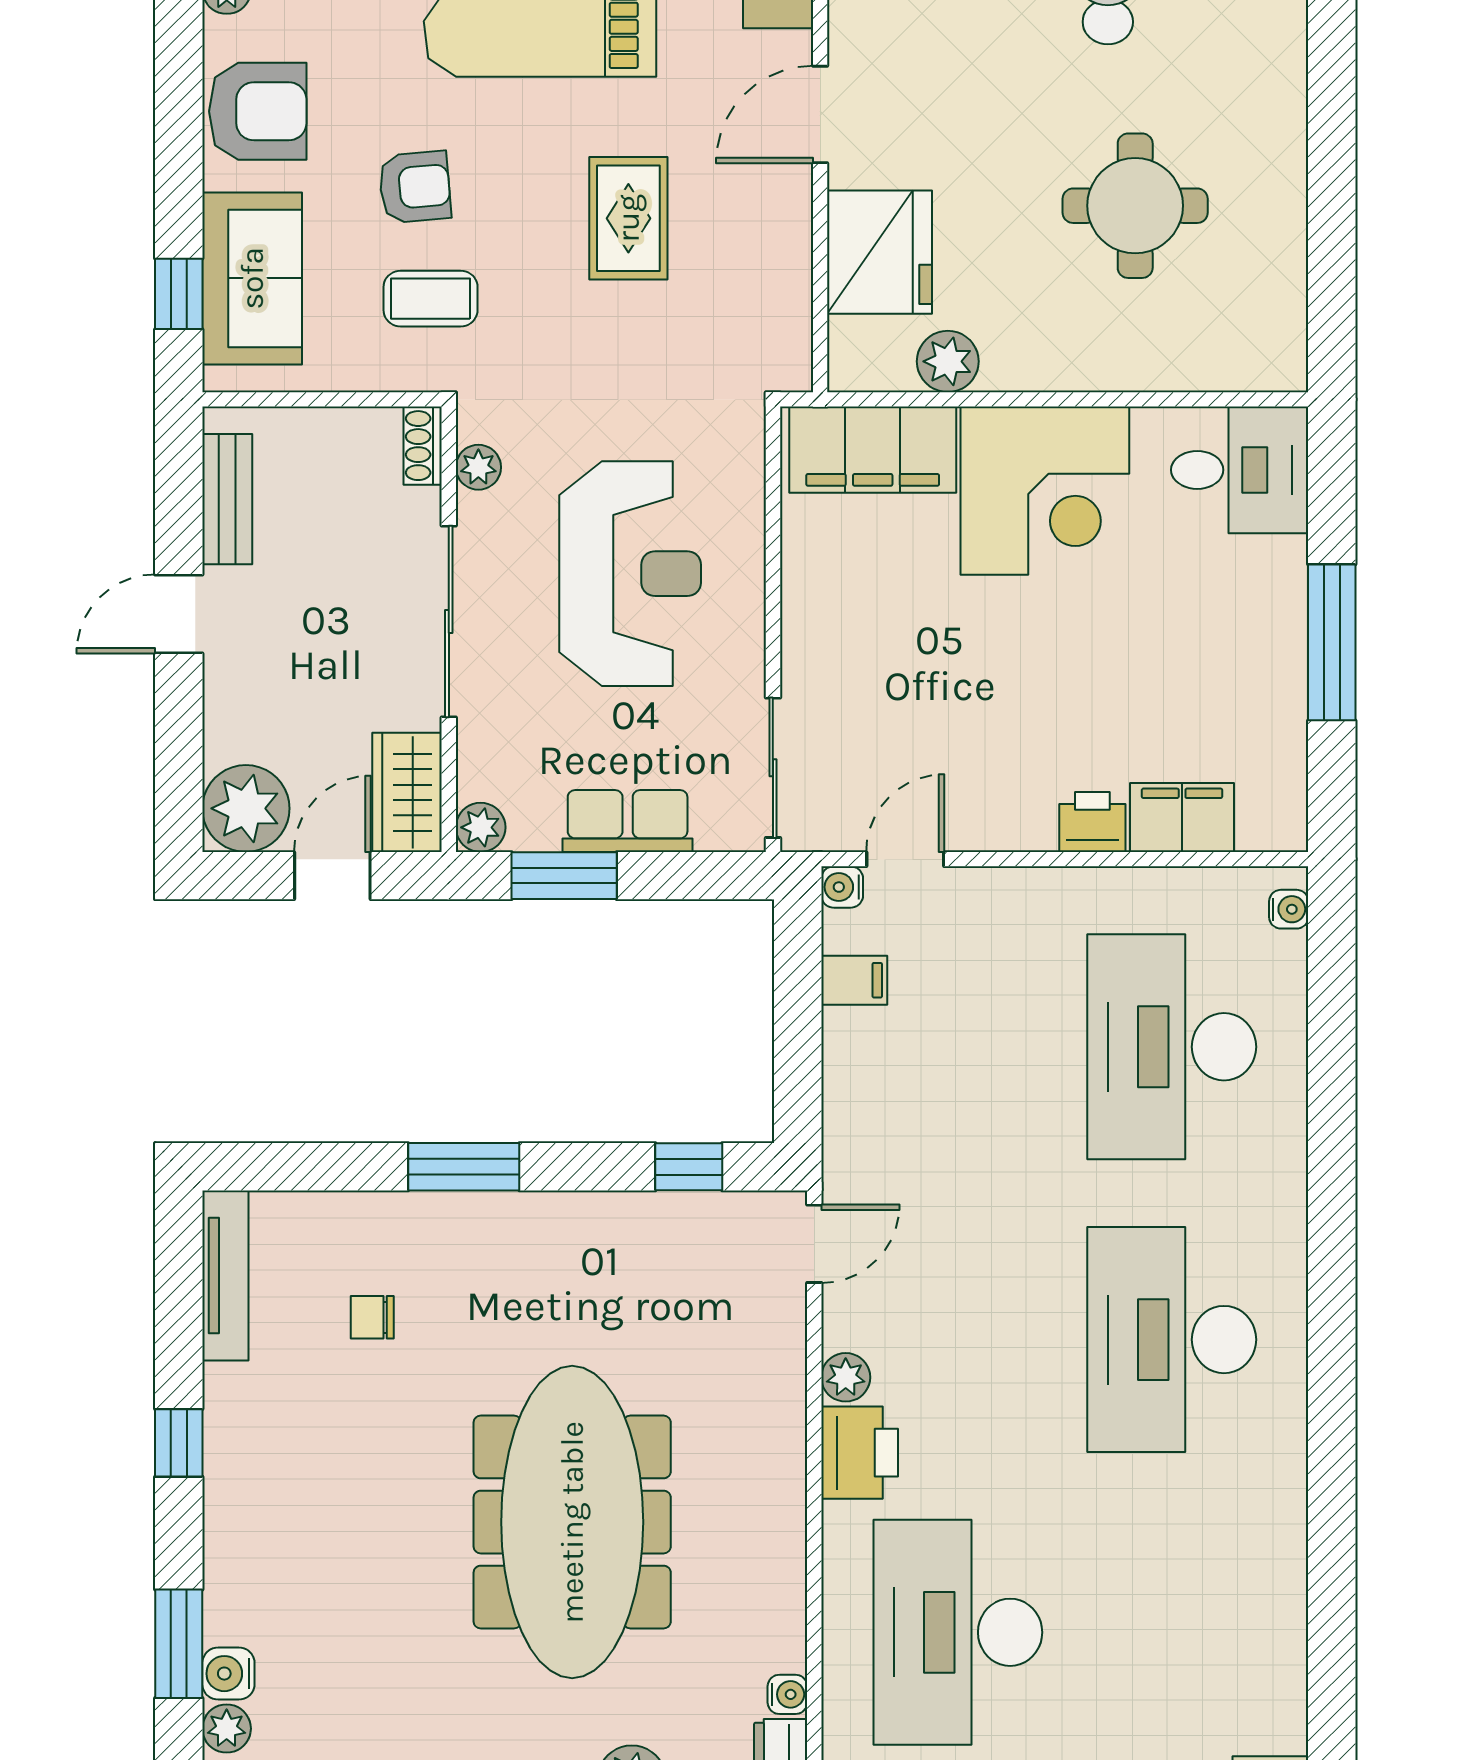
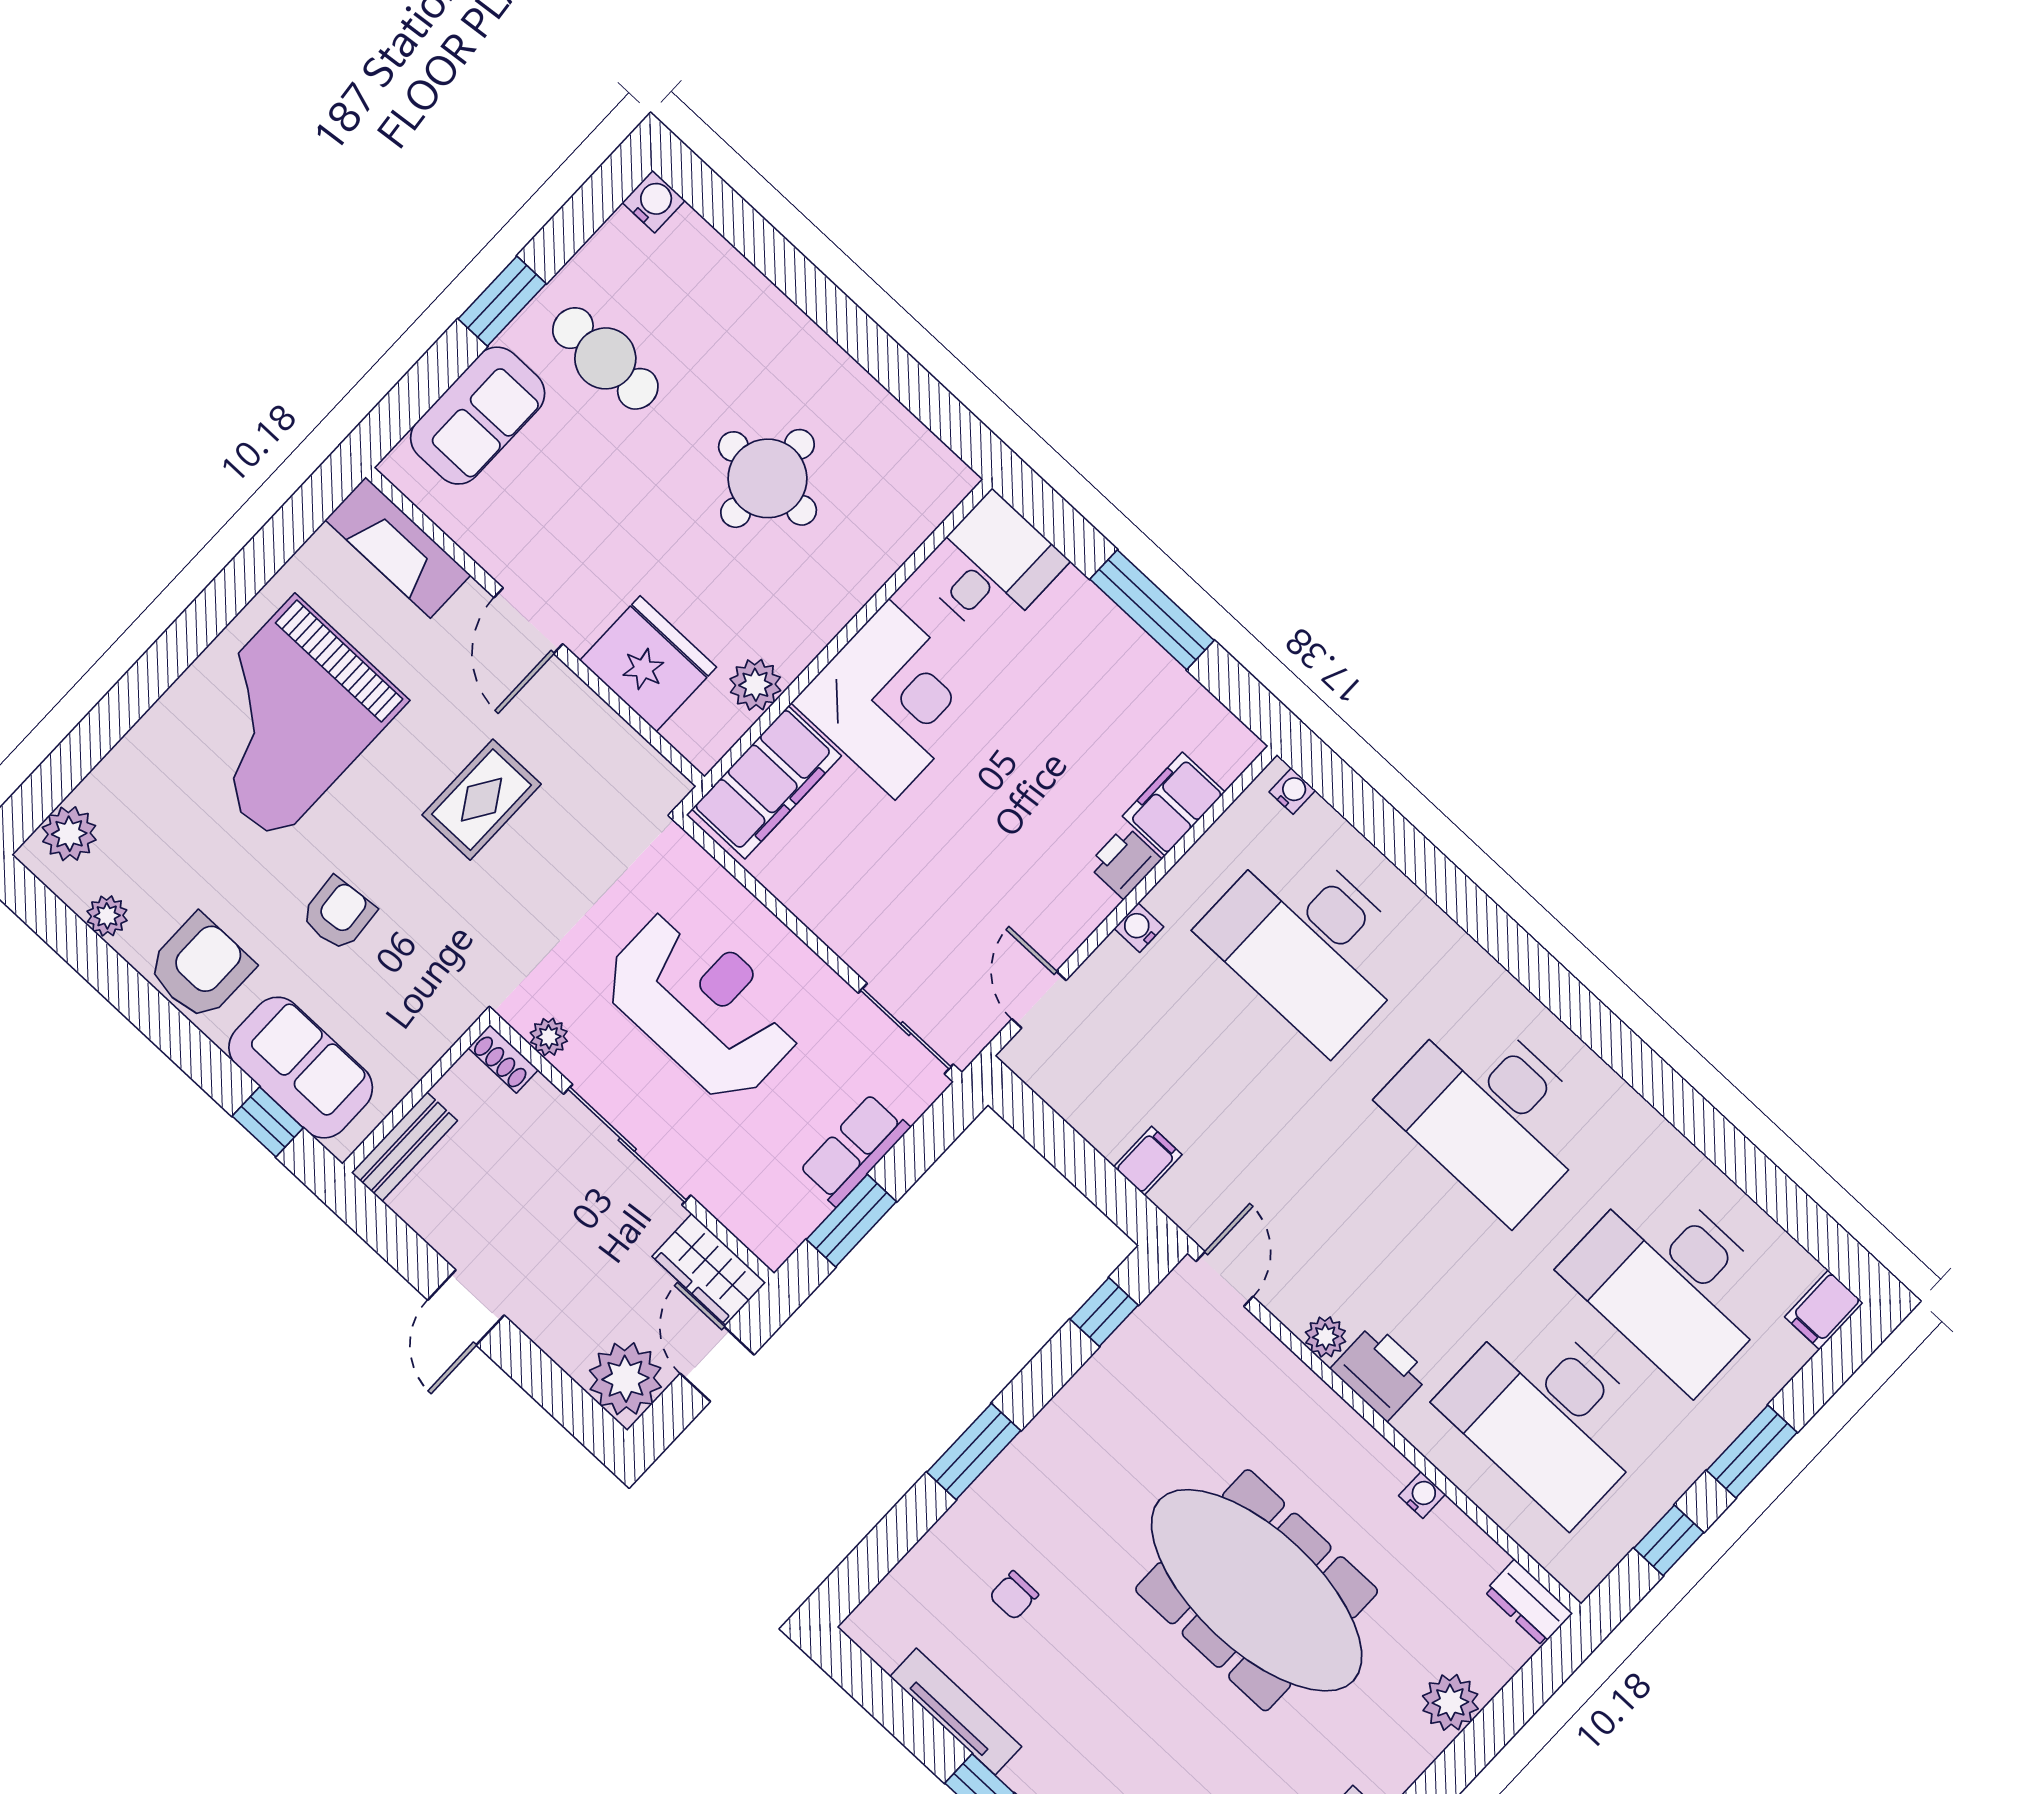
rug: (628, 218) -> (482, 800), turned 90
coffee table: (431, 299) -> (417, 969), removed
bench: (227, 499) -> (404, 1147), moved, turned 90
plant: (481, 827) -> (773, 1244), removed
water cooler: (842, 887) -> (1139, 928), moved, turned 90
filing cabinet: (854, 980) -> (1148, 1161), moved
tv unit: (225, 1276) -> (956, 1712), moved
desk: (1172, 1632) -> (1672, 1283), added
water cooler: (787, 1694) -> (1422, 1495), moved

